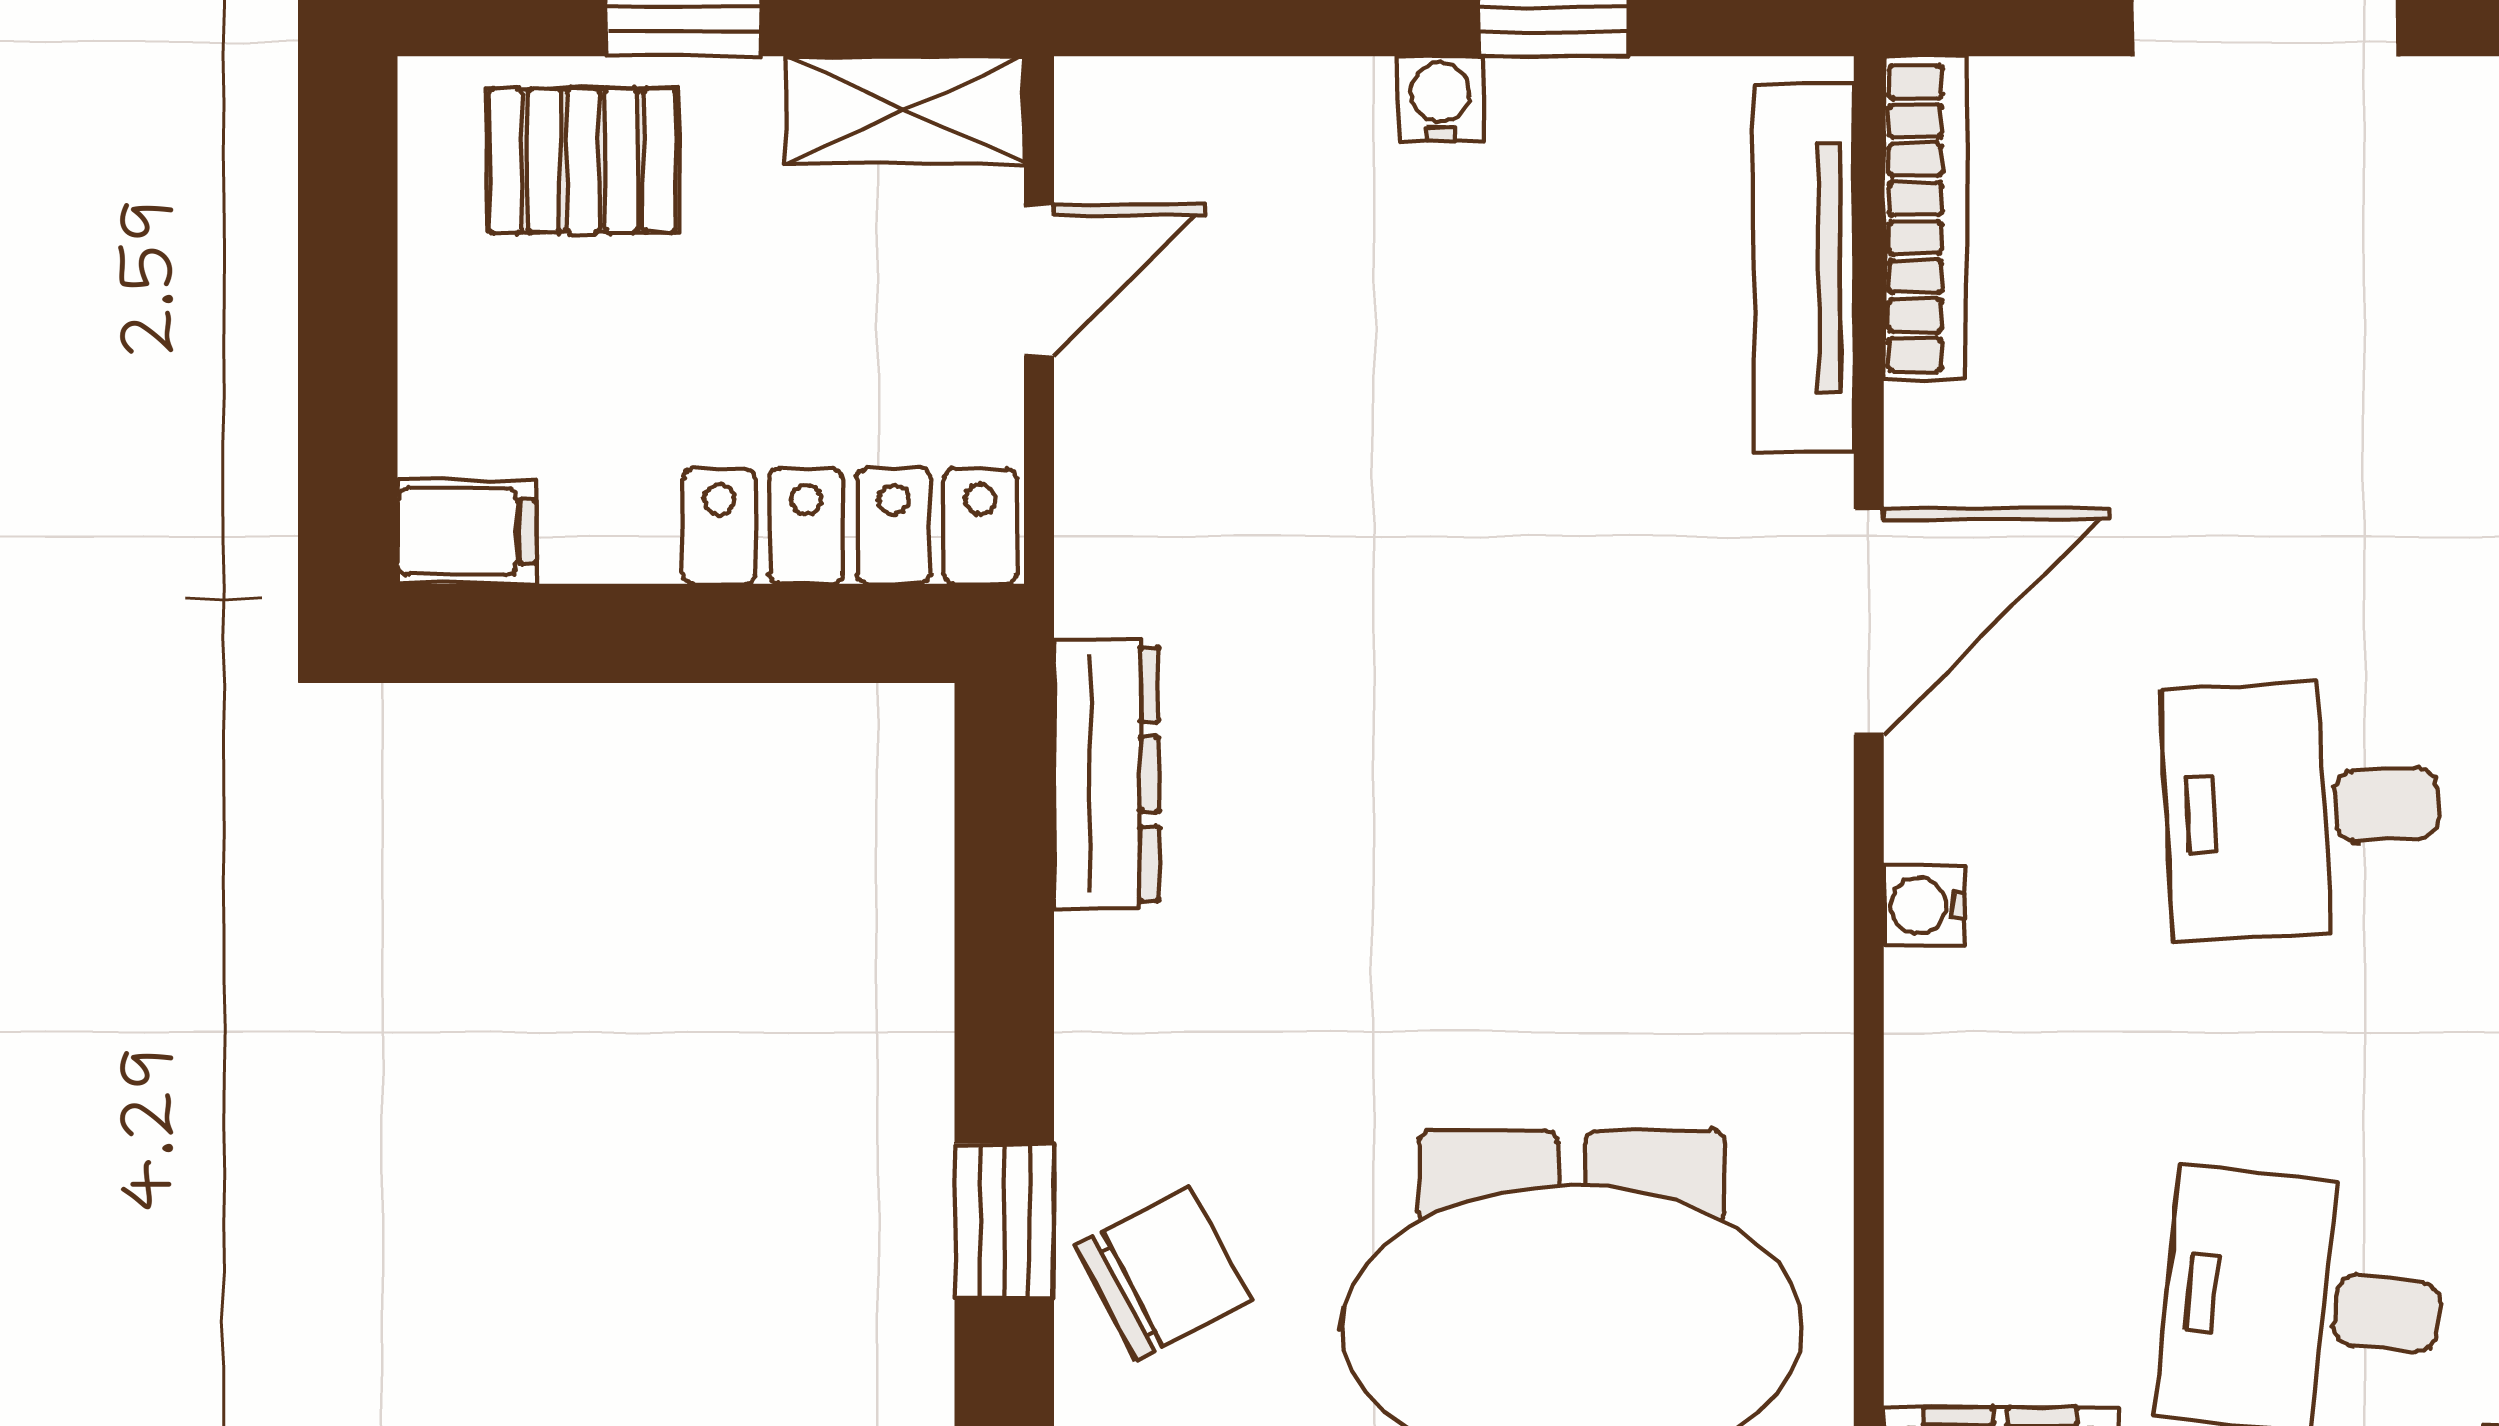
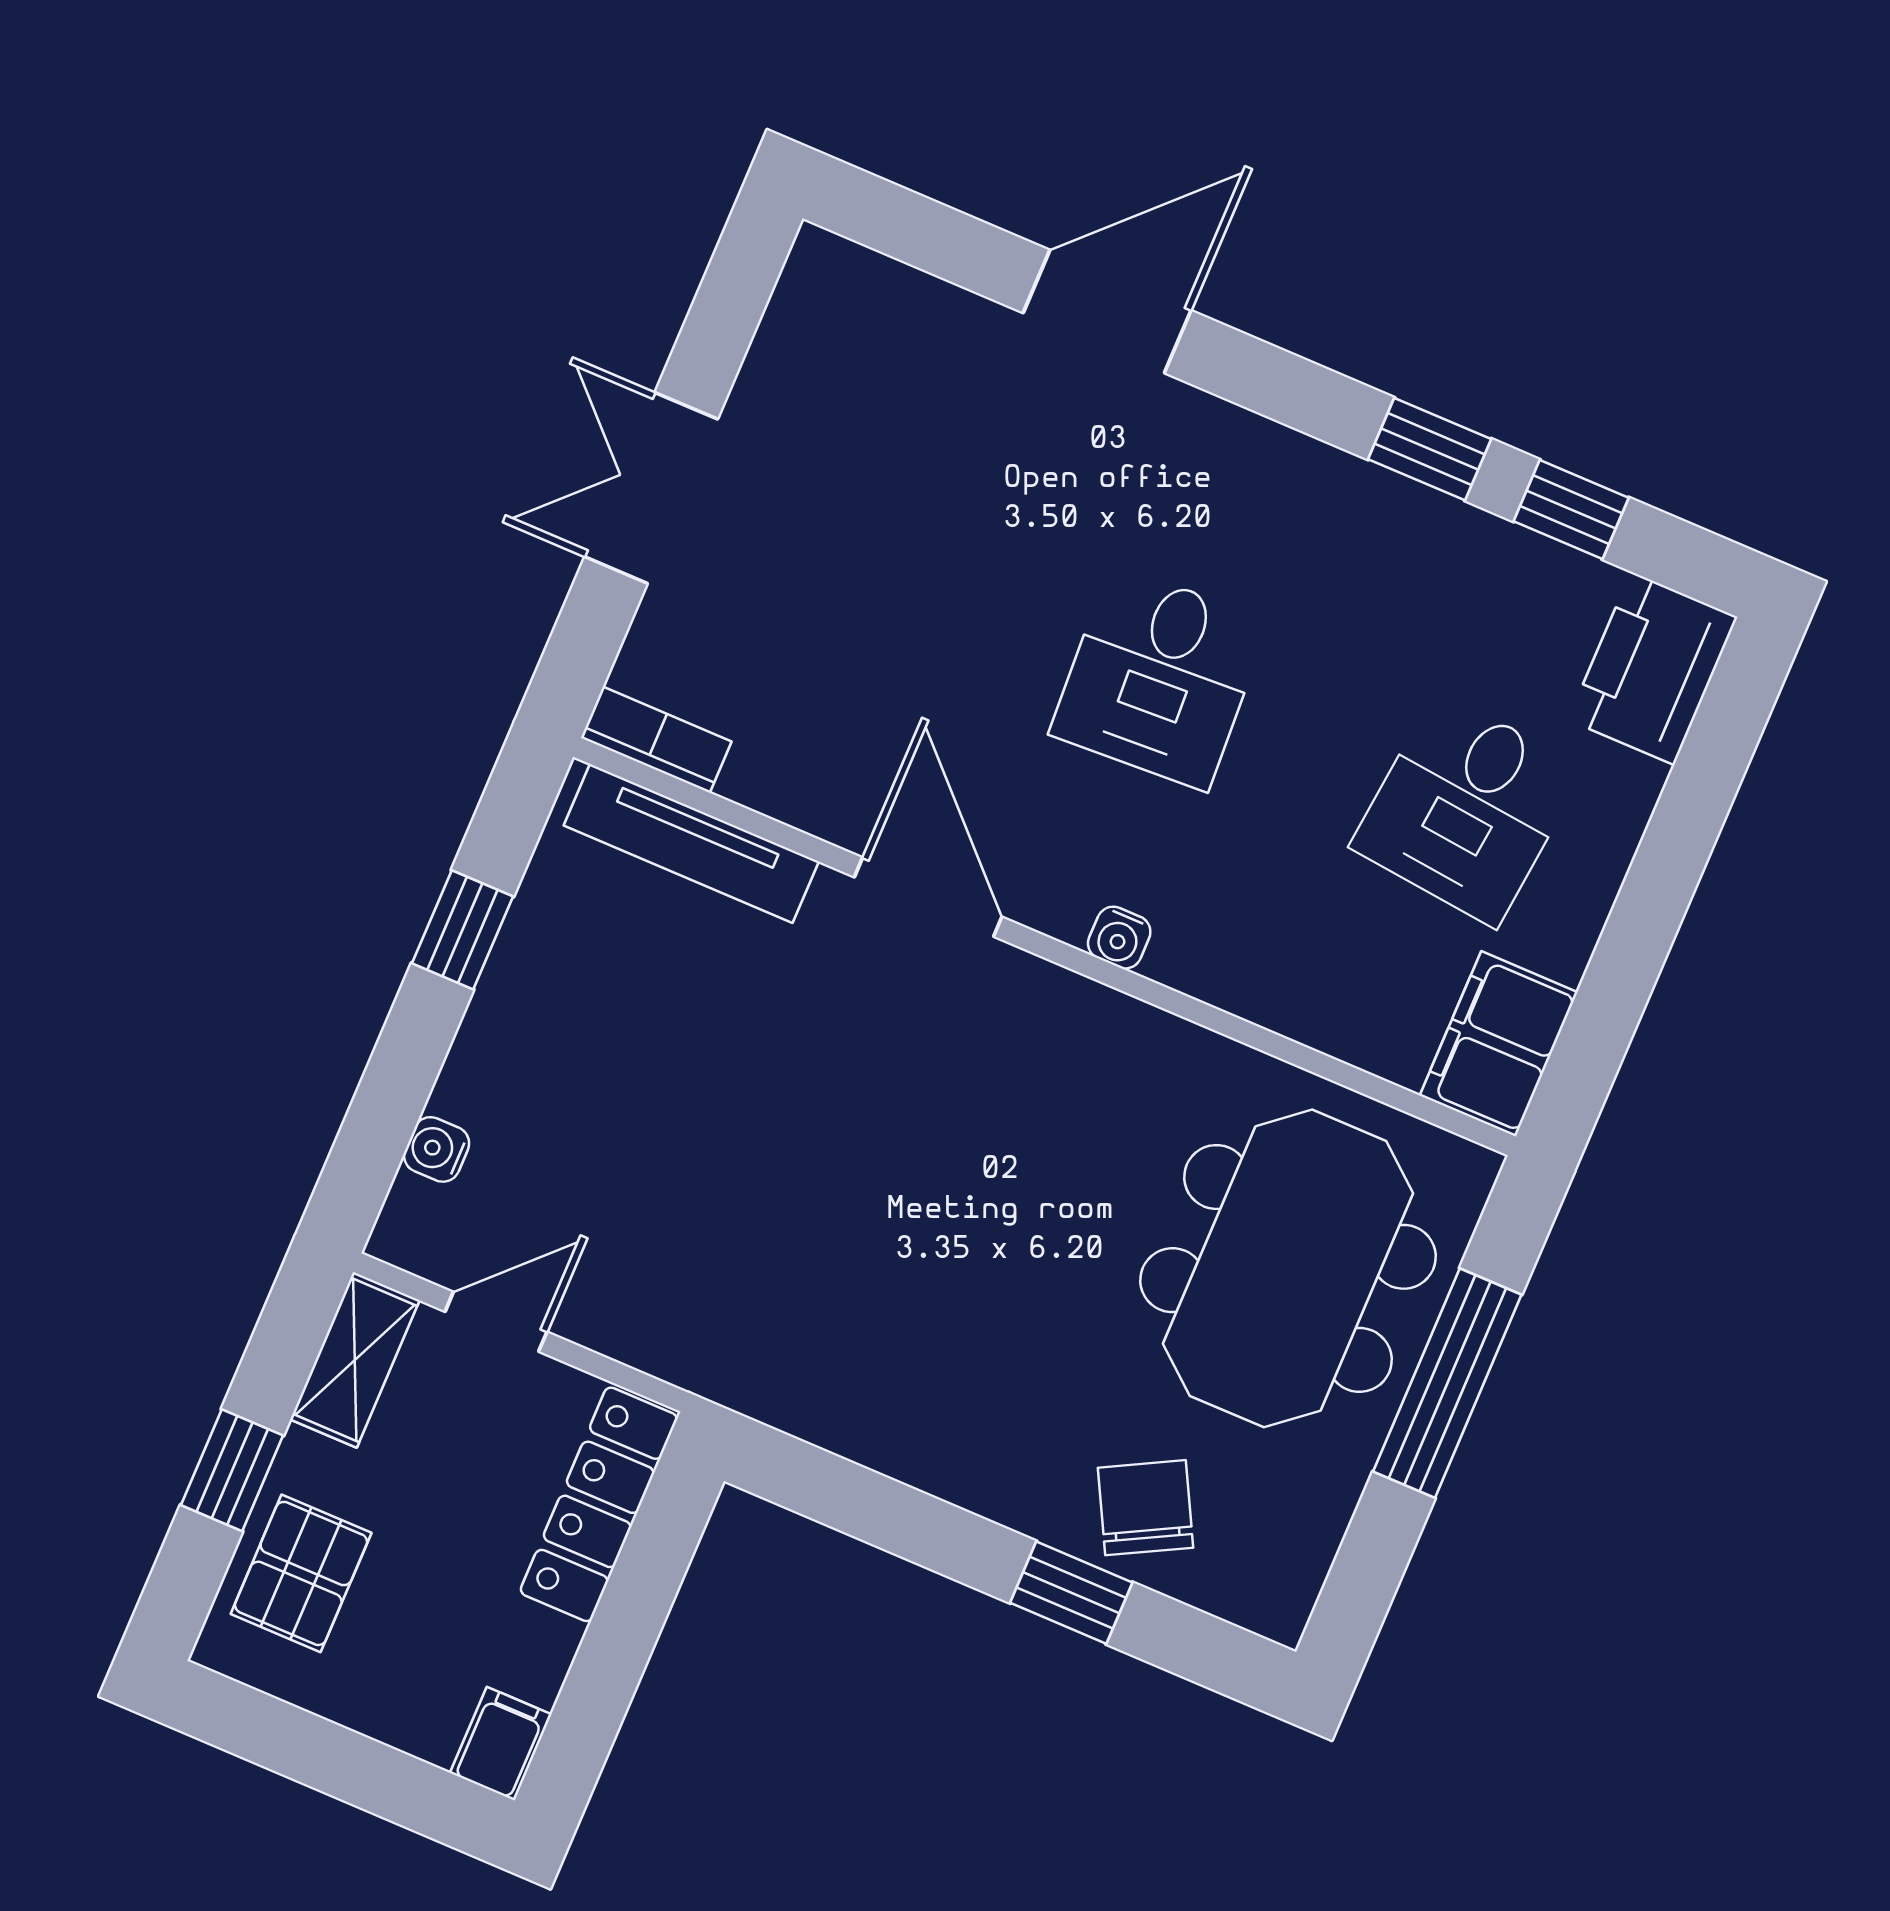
water cooler: (1441, 99) -> (437, 1149), moved
bookcase: (1925, 218) -> (656, 740), width x0.64
door: (1039, 280) -> (496, 1322), hinge flipped
dresser: (1106, 774) -> (821, 1411), removed

